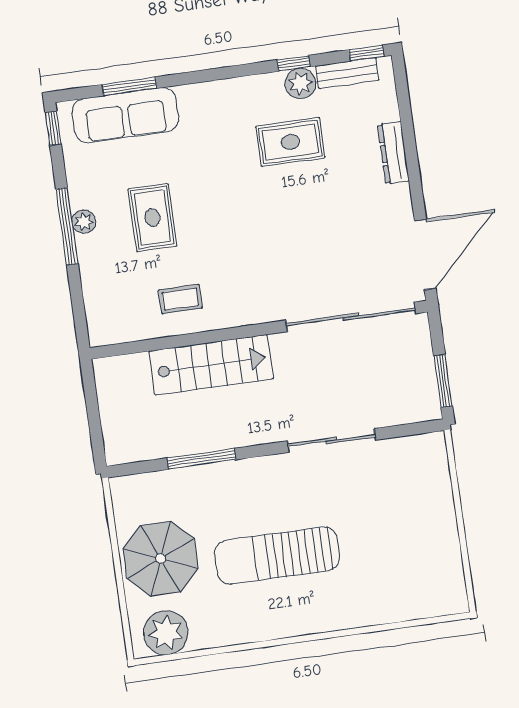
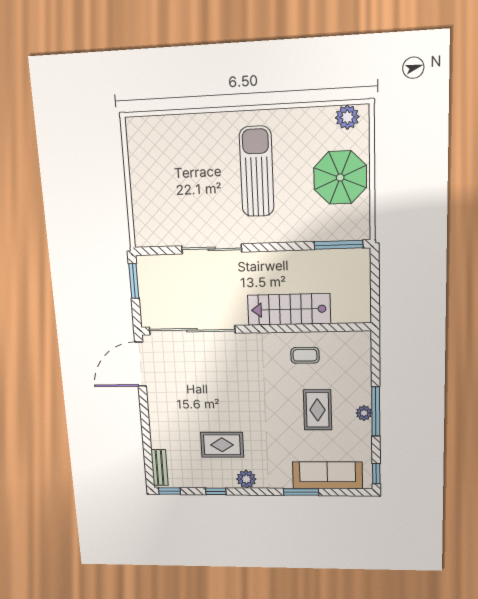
bench: (347, 73) -> (160, 468), moved, turned 90
plant: (300, 83) -> (246, 479), moved
window: (129, 86) -> (301, 492), moved
dresser: (393, 153) -> (157, 430), removed
window: (201, 459) -> (339, 245), moved
sun lounger: (277, 555) -> (257, 172), turned -90
plant: (166, 633) -> (347, 117), width x0.73, depth x0.73

